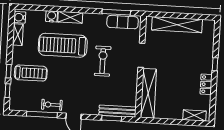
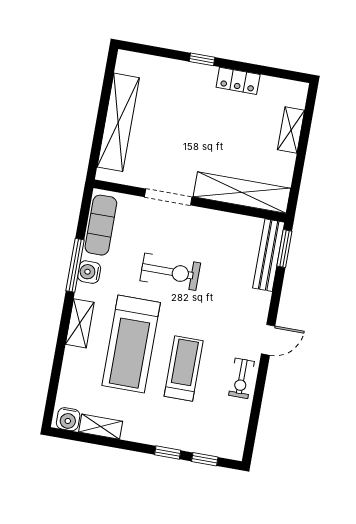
window: (116, 12) -> (75, 265), moved
water cooler: (52, 16) -> (89, 272), moved
exercise bike: (103, 61) -> (170, 272), turned 180
treadmill: (31, 73) -> (184, 368), moved
window: (42, 114) -> (258, 399), removed
shelving: (194, 115) -> (291, 130), moved
window: (112, 118) -> (284, 249), moved

